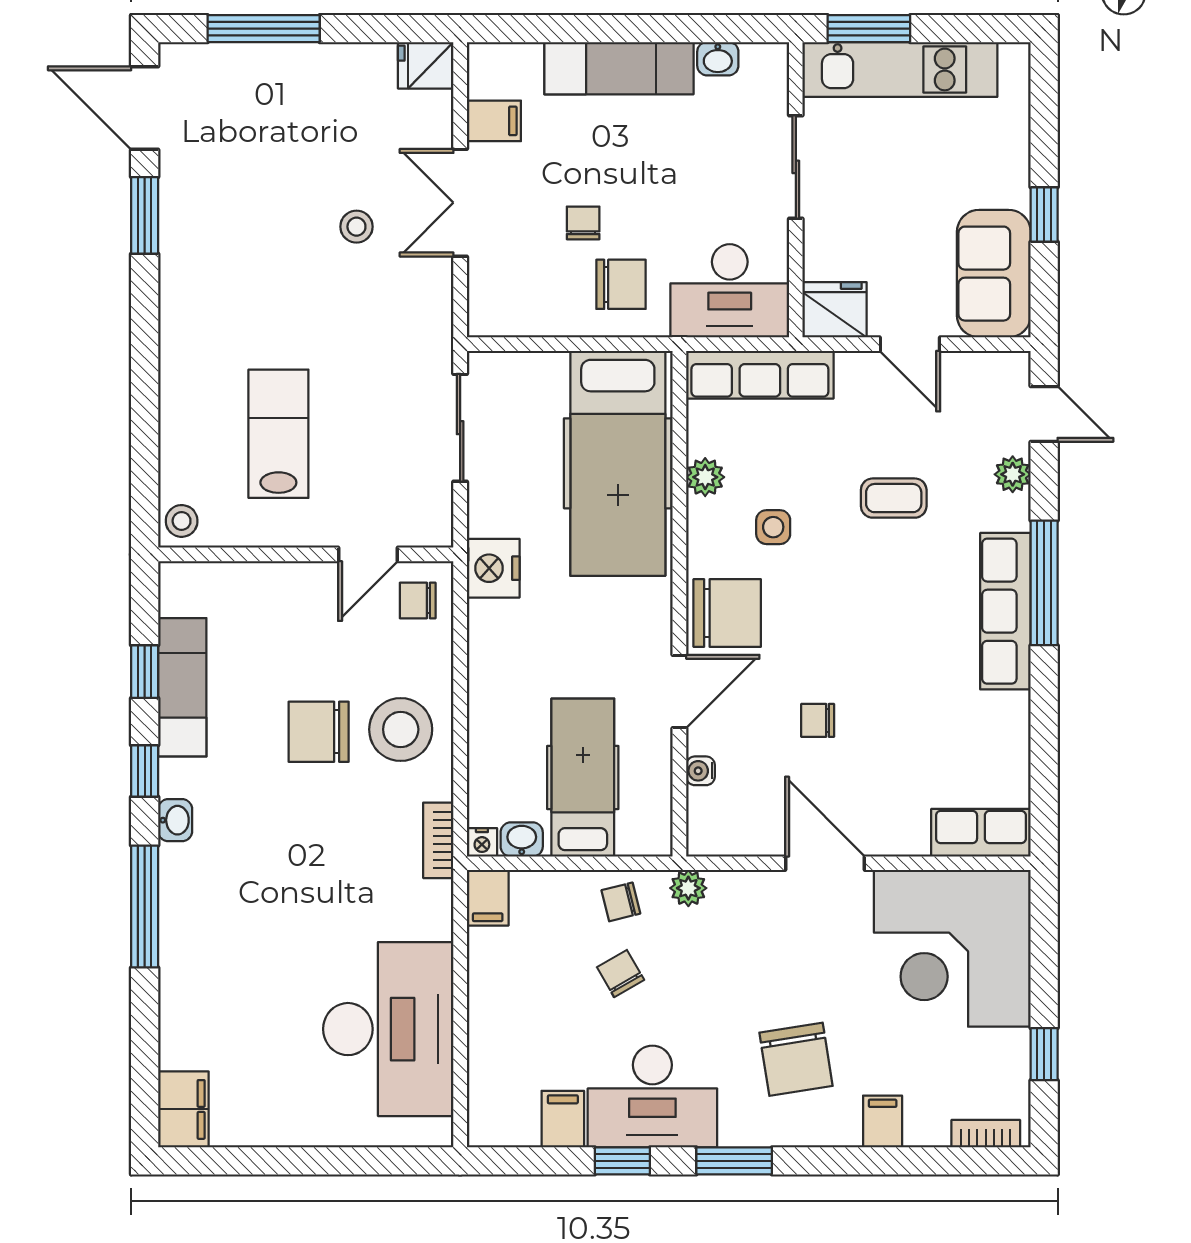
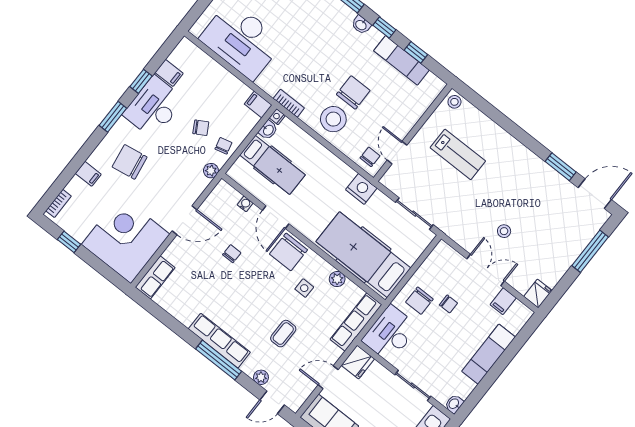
washbasin: (718, 59) -> (454, 404), moved

